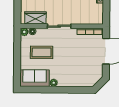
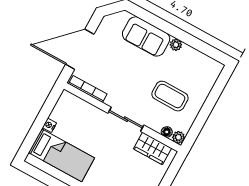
sofa: (35, 78) -> (146, 36), moved

